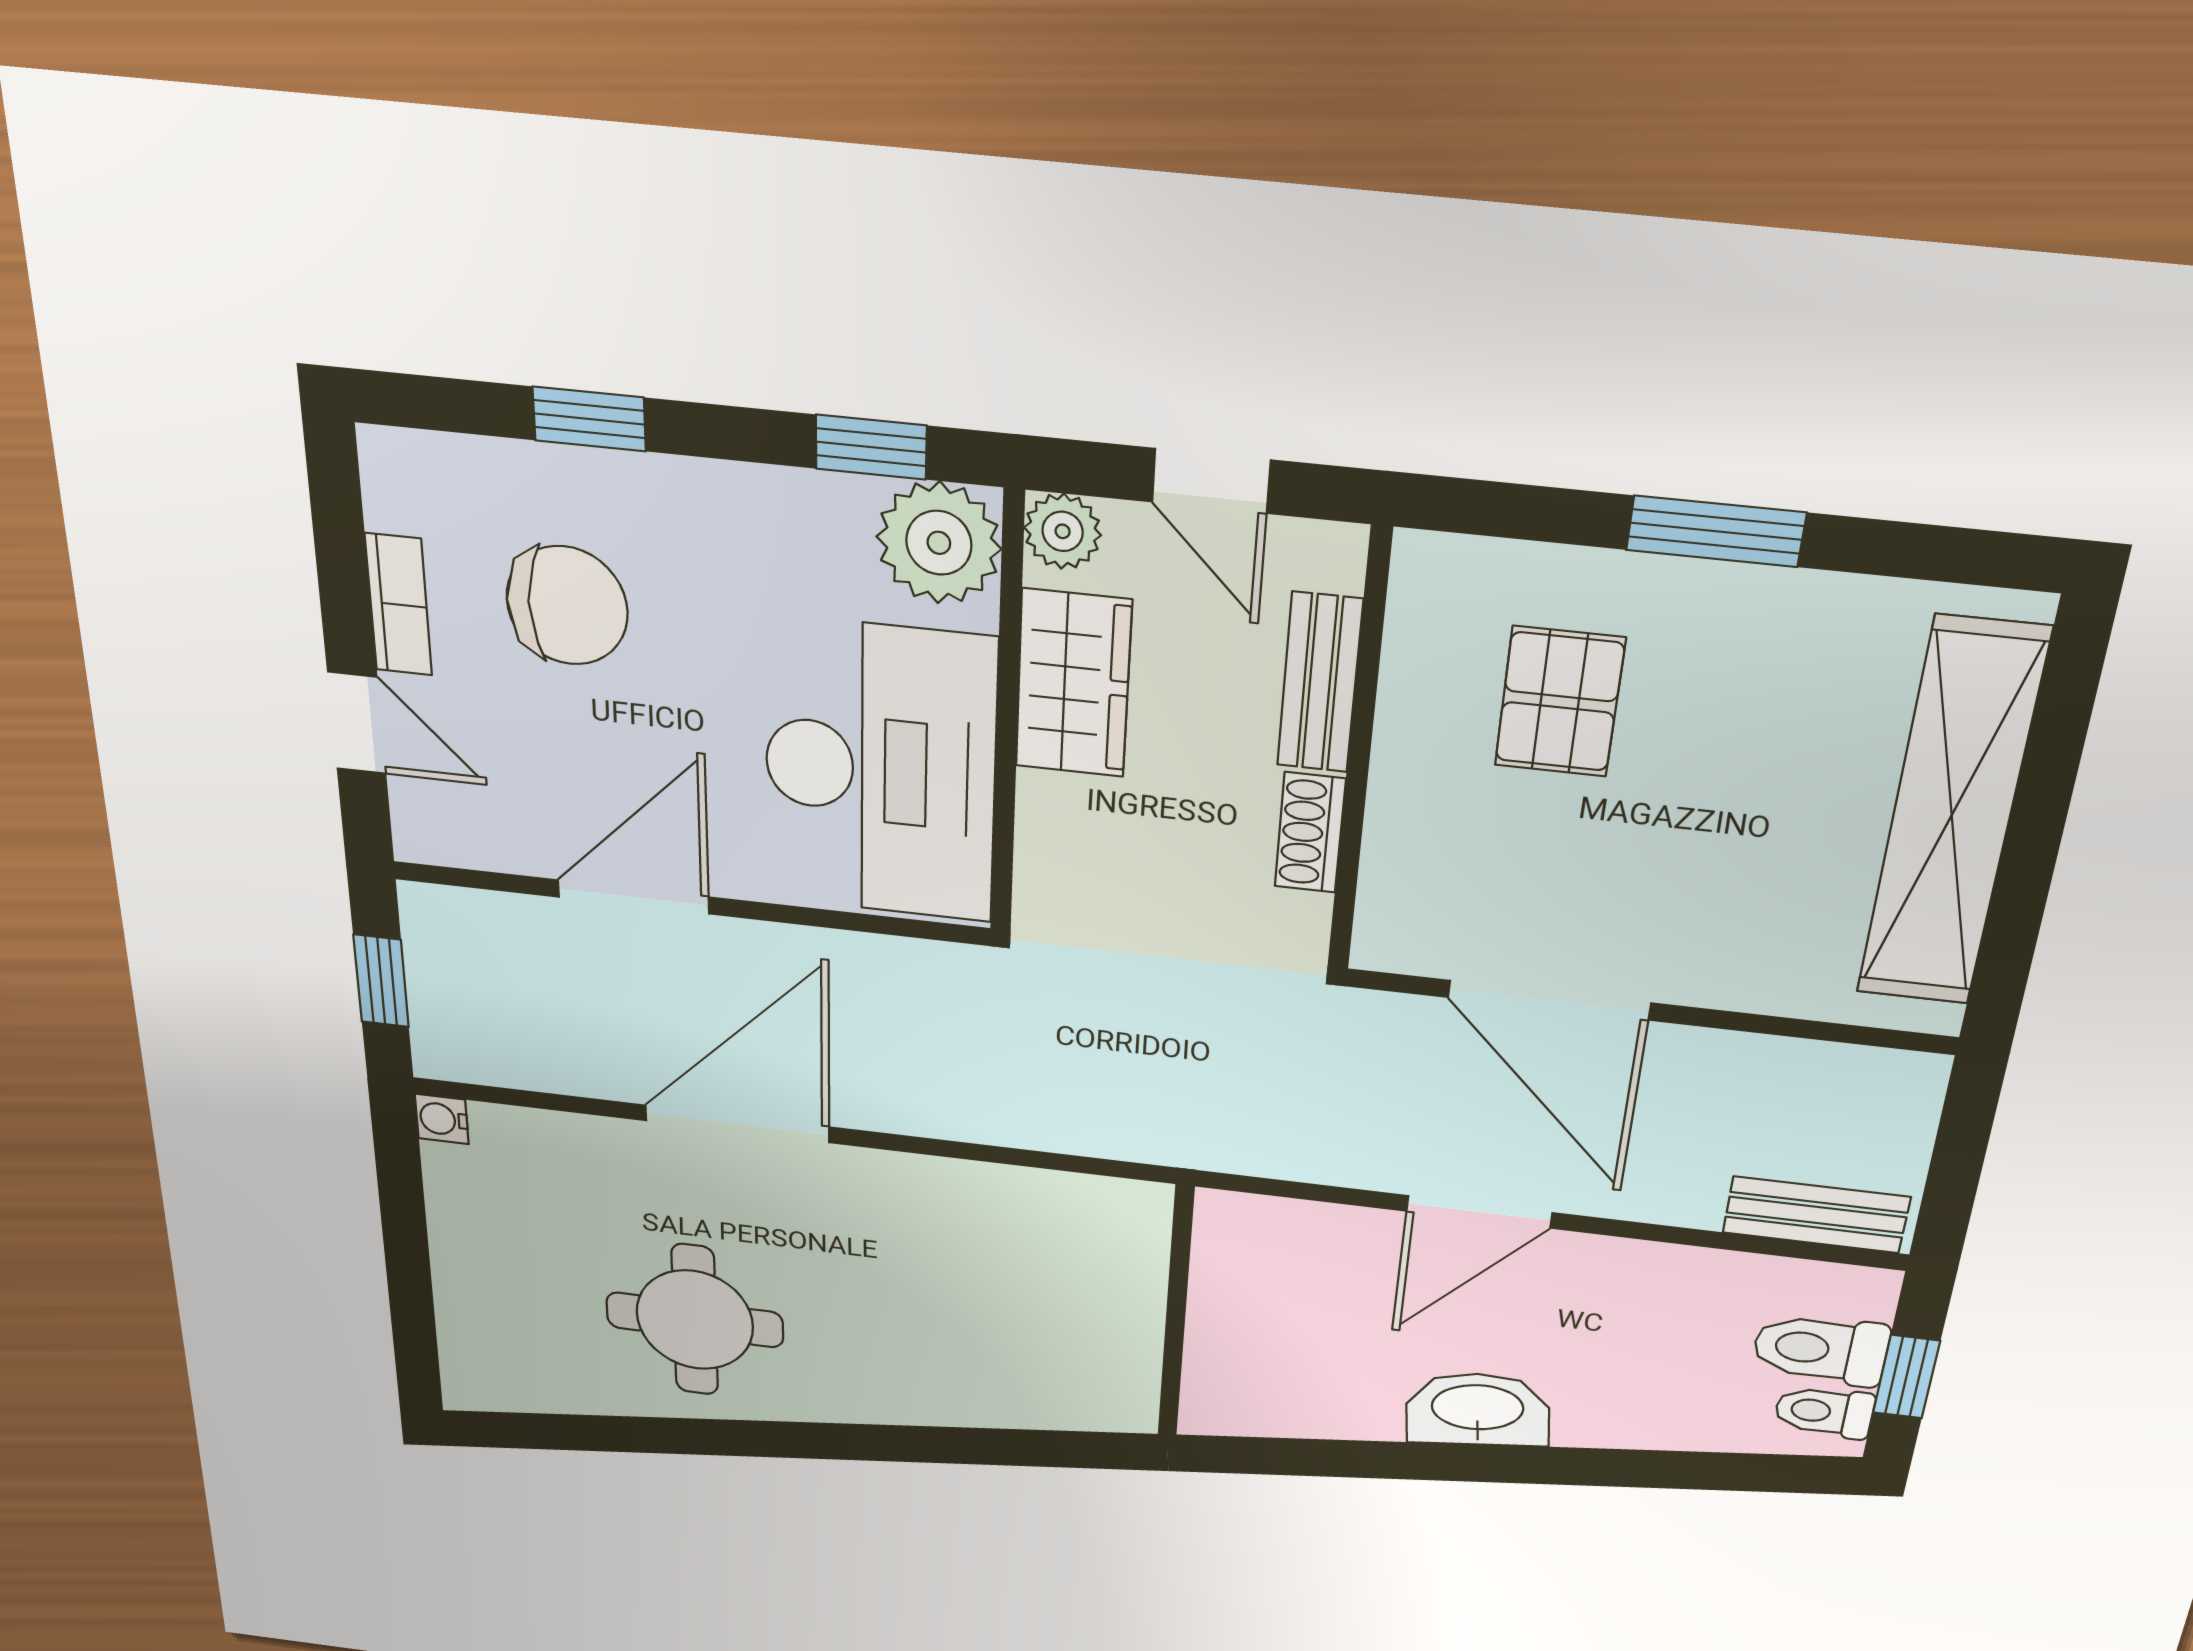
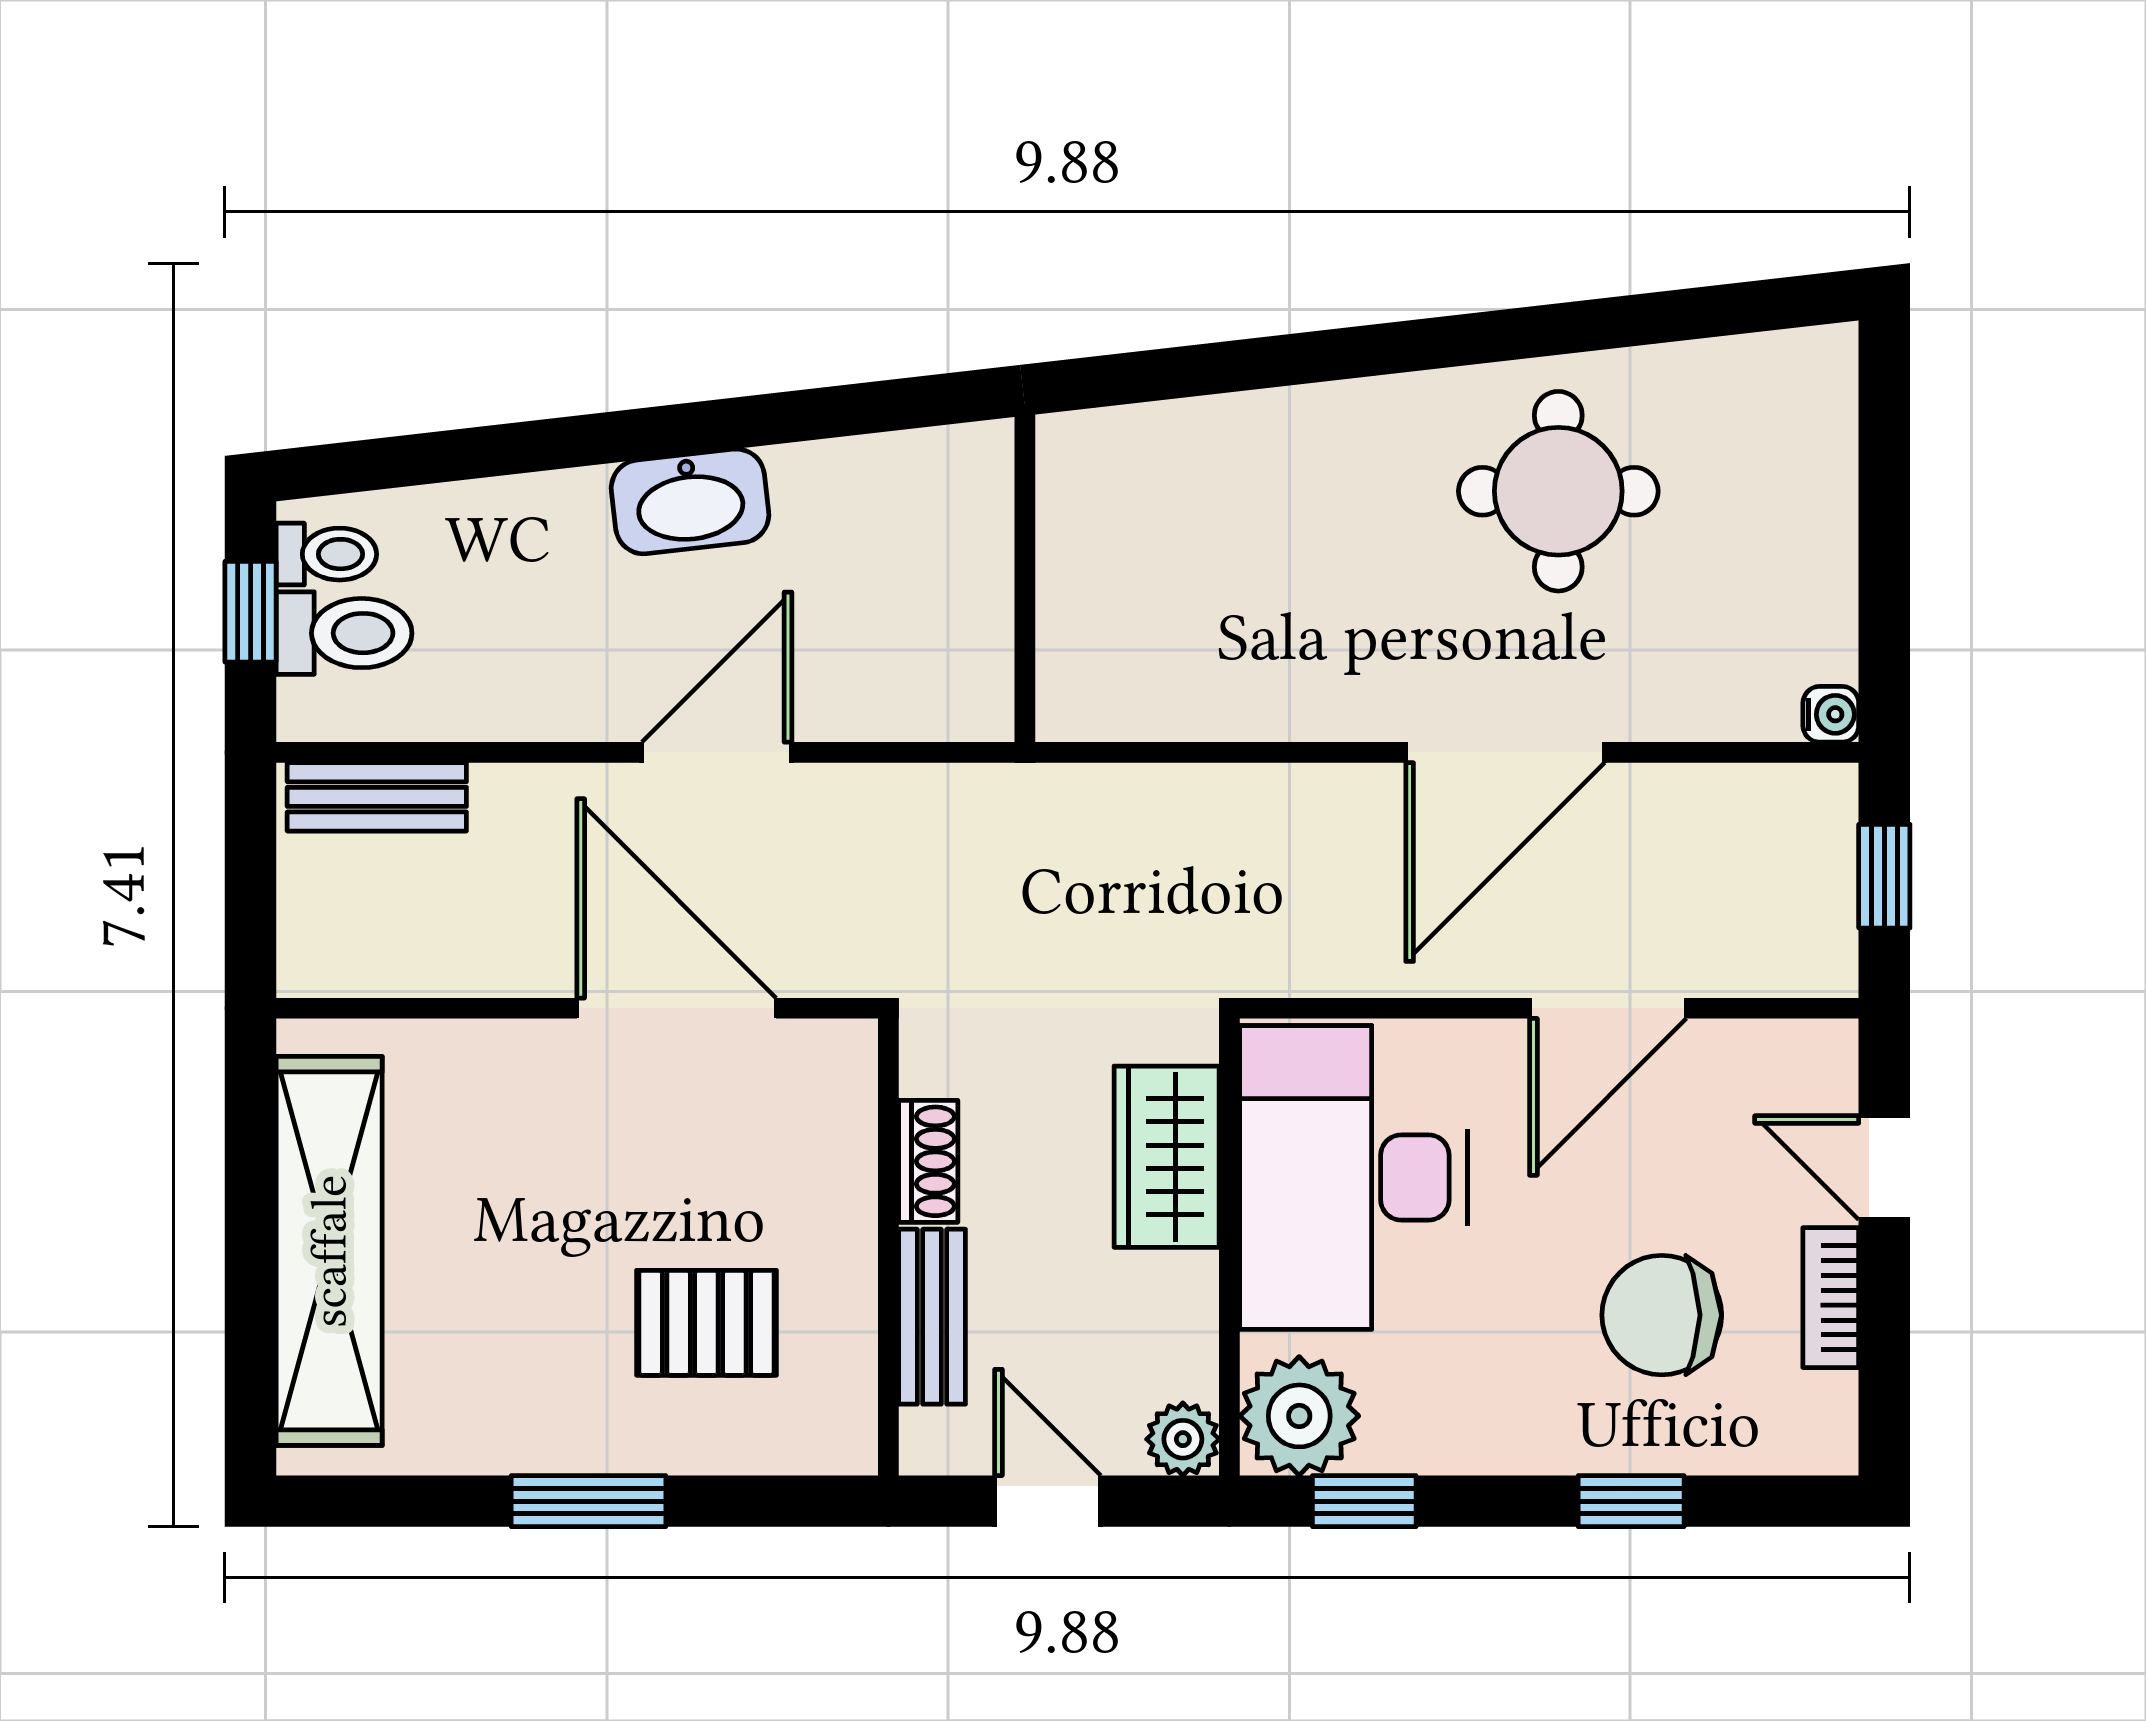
wardrobe: (1073, 684) -> (1167, 1157), moved
pallet: (1560, 702) -> (706, 1323), turned 90

